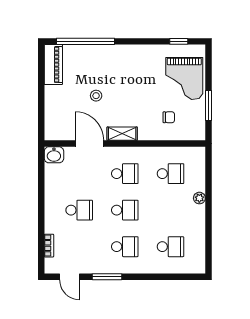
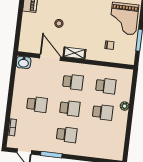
school desk: (170, 247) -> (103, 112), moved

